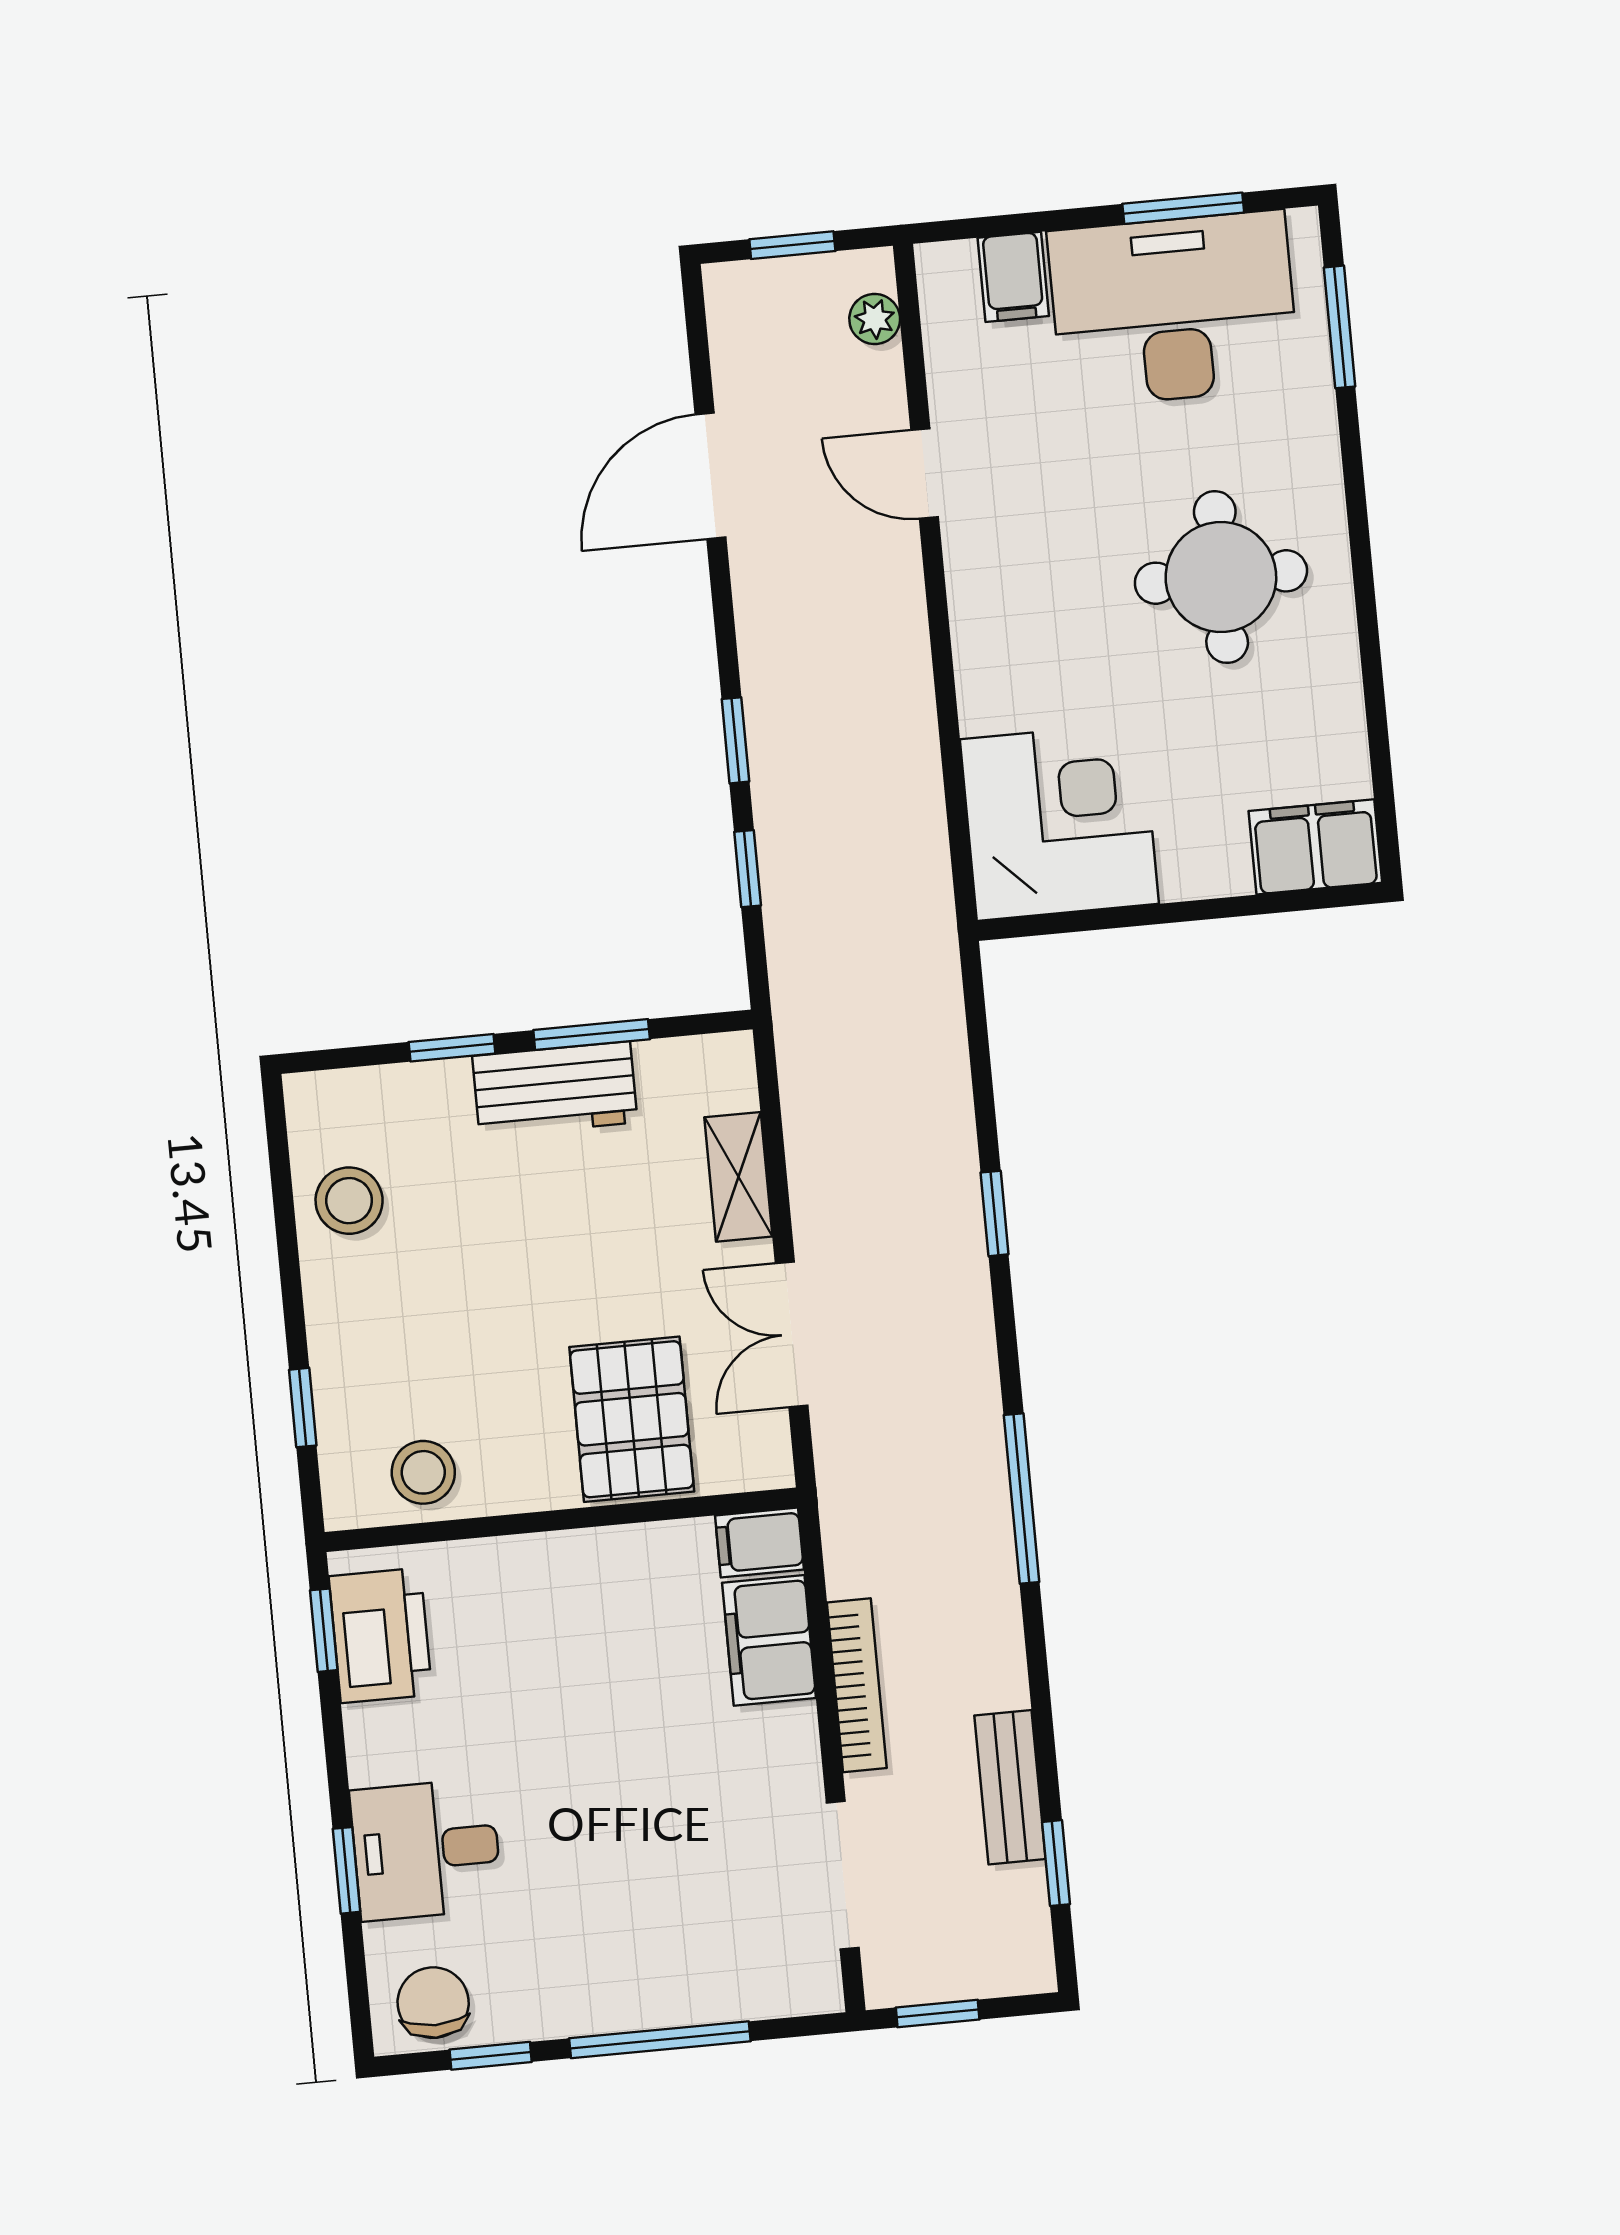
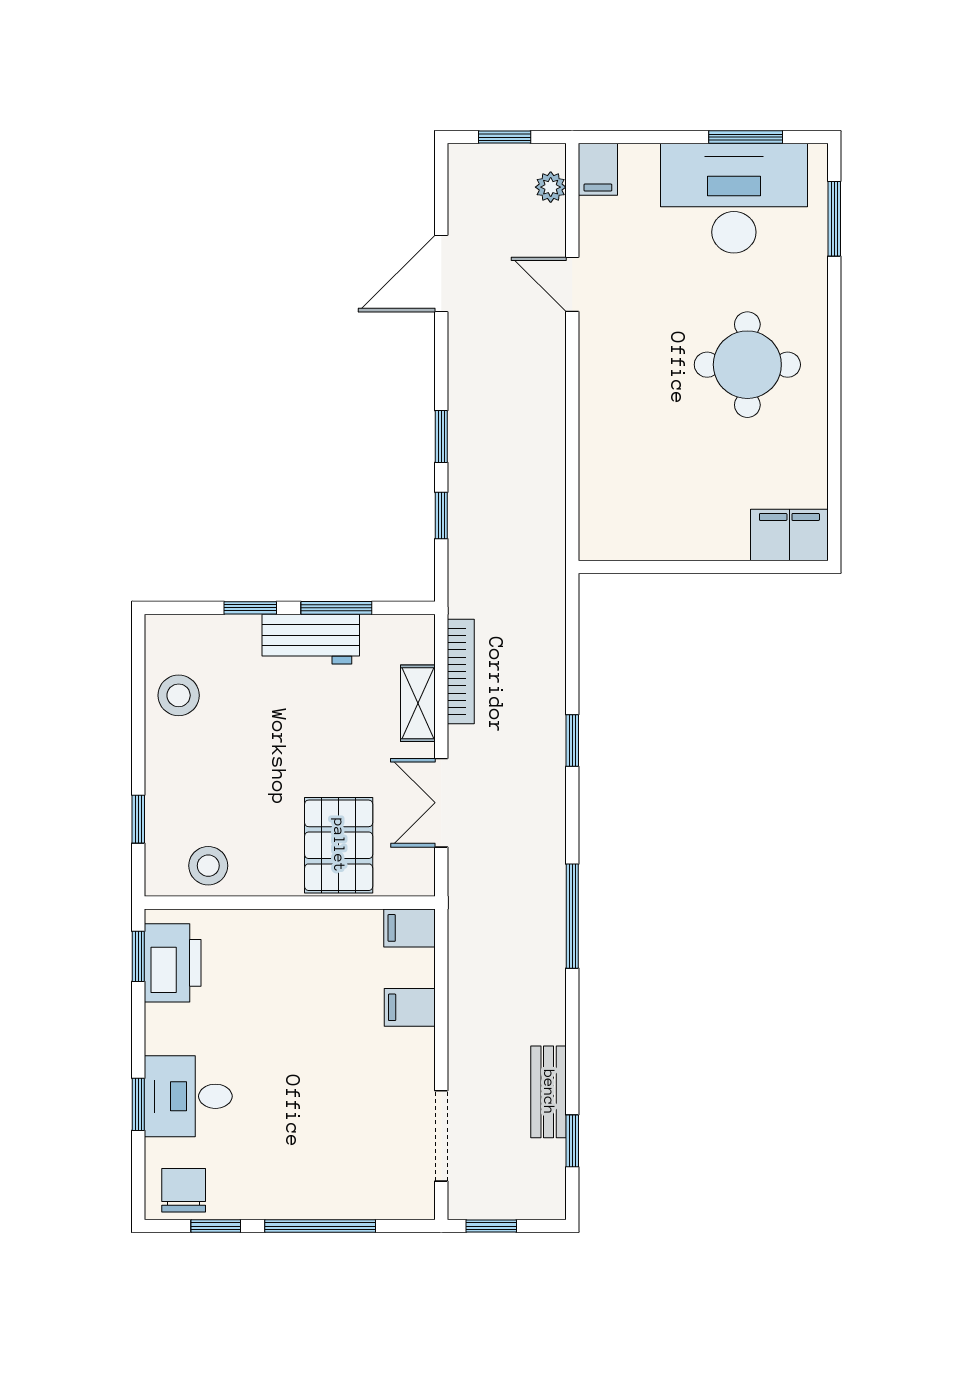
filing cabinet: (1013, 277) -> (598, 169), moved
corner desk: (1059, 822) -> (634, 505), removed
filing cabinet: (769, 1640) -> (410, 1007), width x0.50
bookcase: (857, 1685) -> (461, 672), moved

